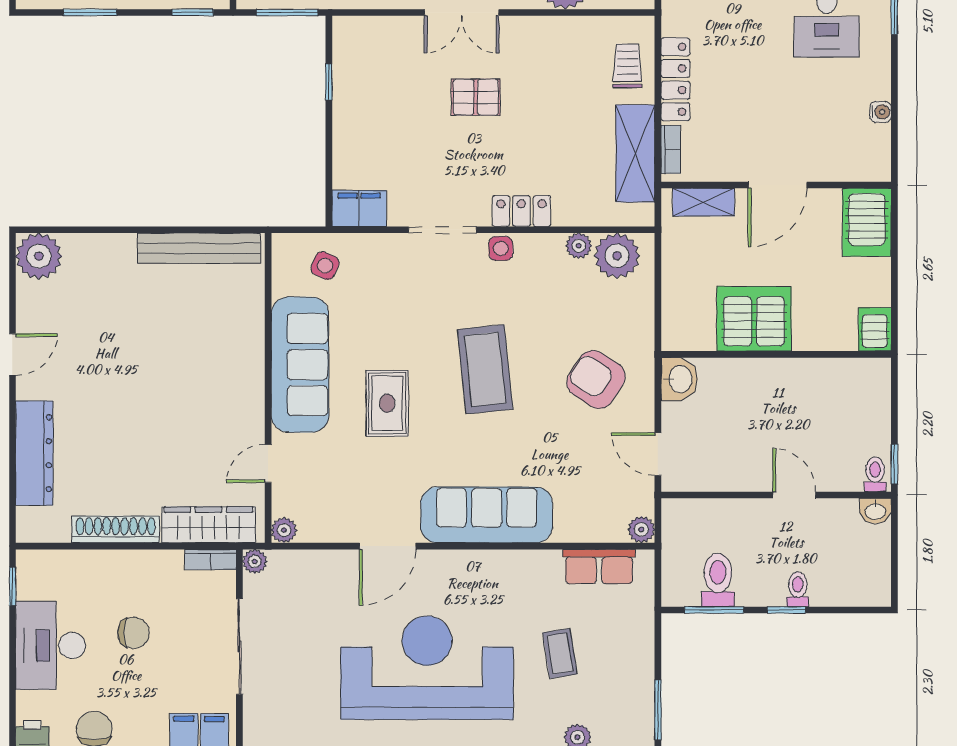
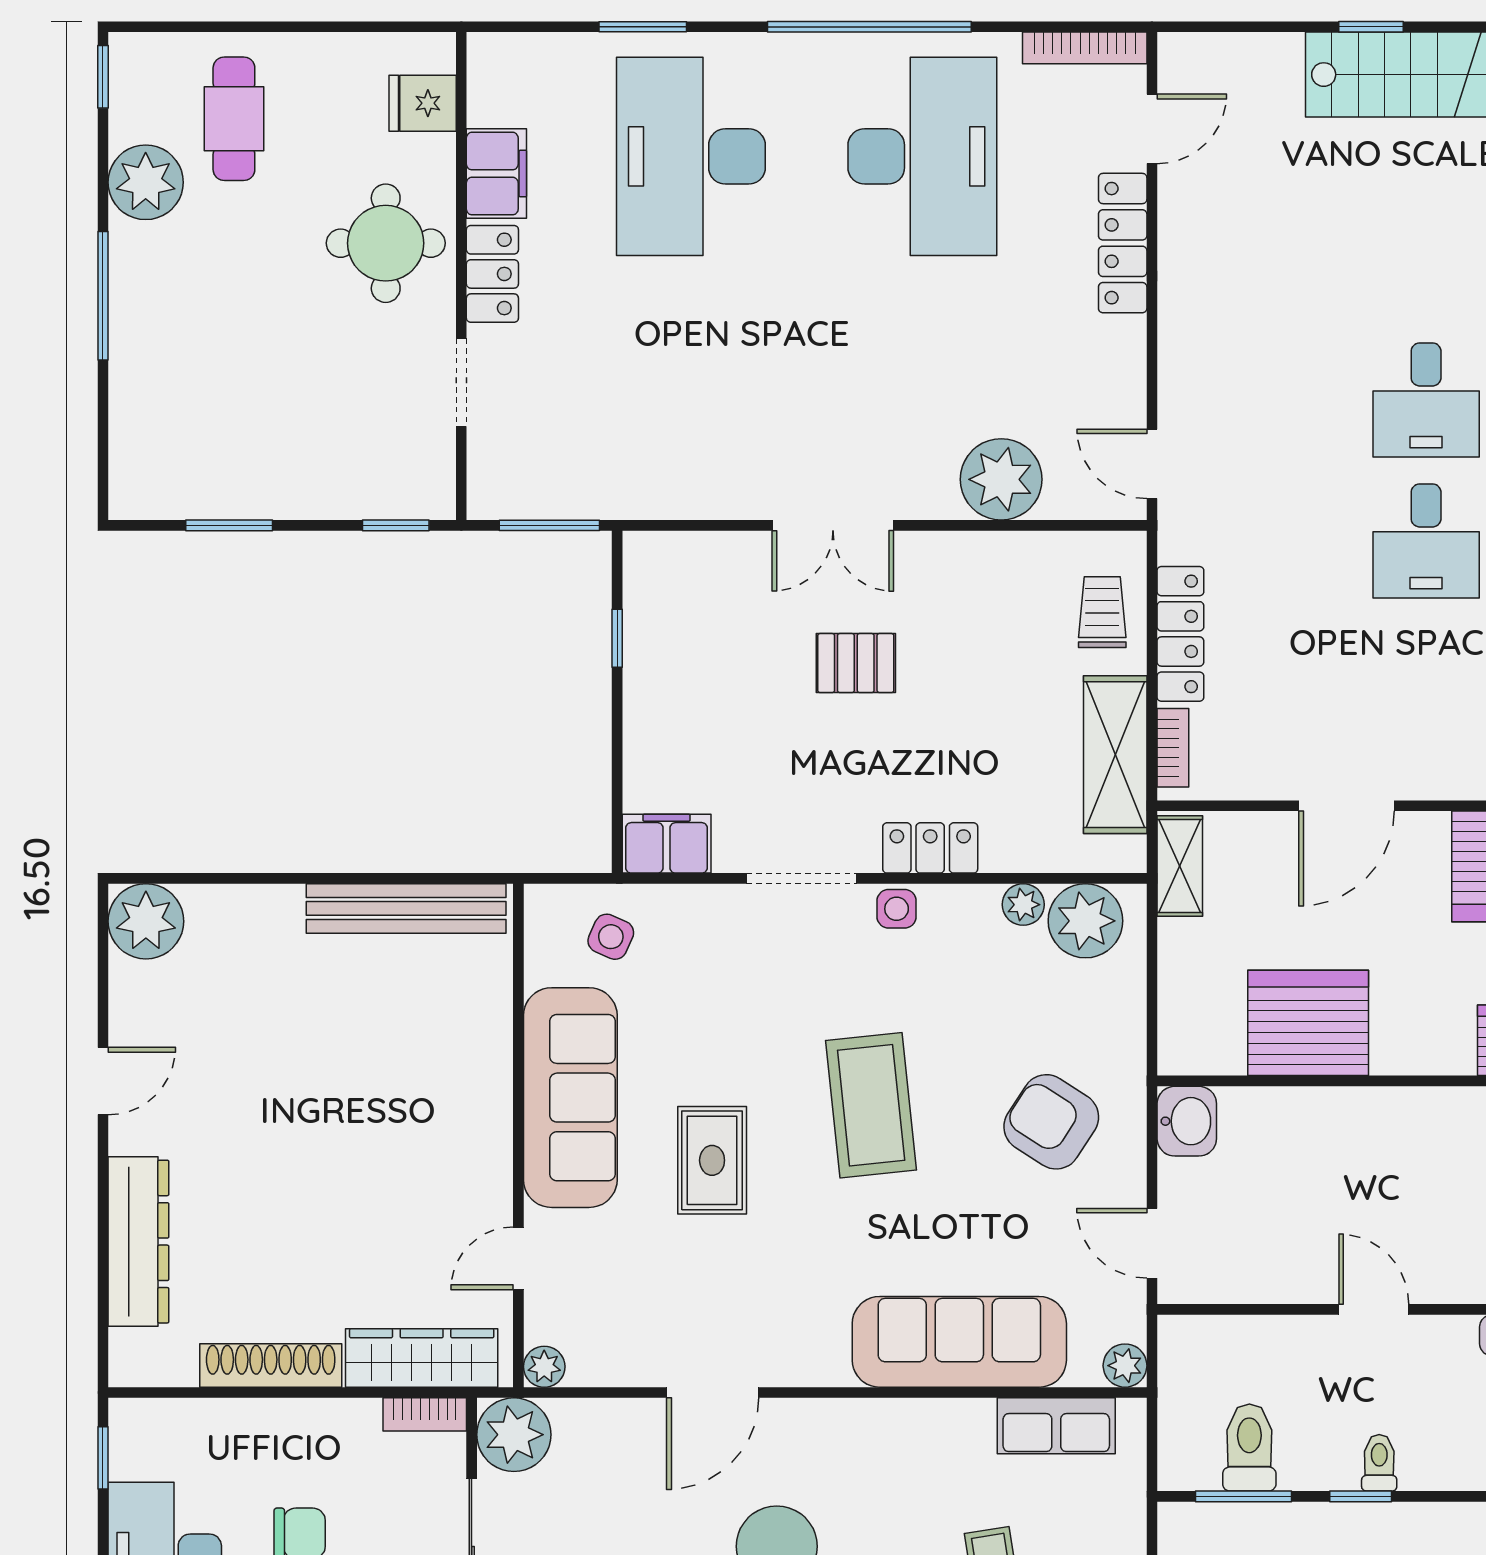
shelving: (704, 202) -> (1180, 866), moved, turned 90
sofa: (487, 515) -> (959, 1342), moved
plant: (255, 561) -> (514, 1435), width x1.88, depth x1.88

